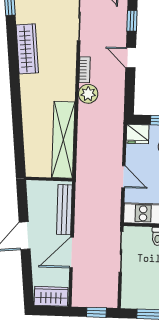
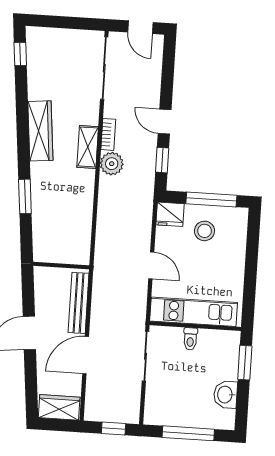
window: (132, 21) -> (162, 160), moved
wardrobe: (27, 49) -> (40, 131), moved
window: (17, 123) -> (25, 196), added
shelving: (63, 140) -> (88, 147), moved, width x0.45, depth x0.75

